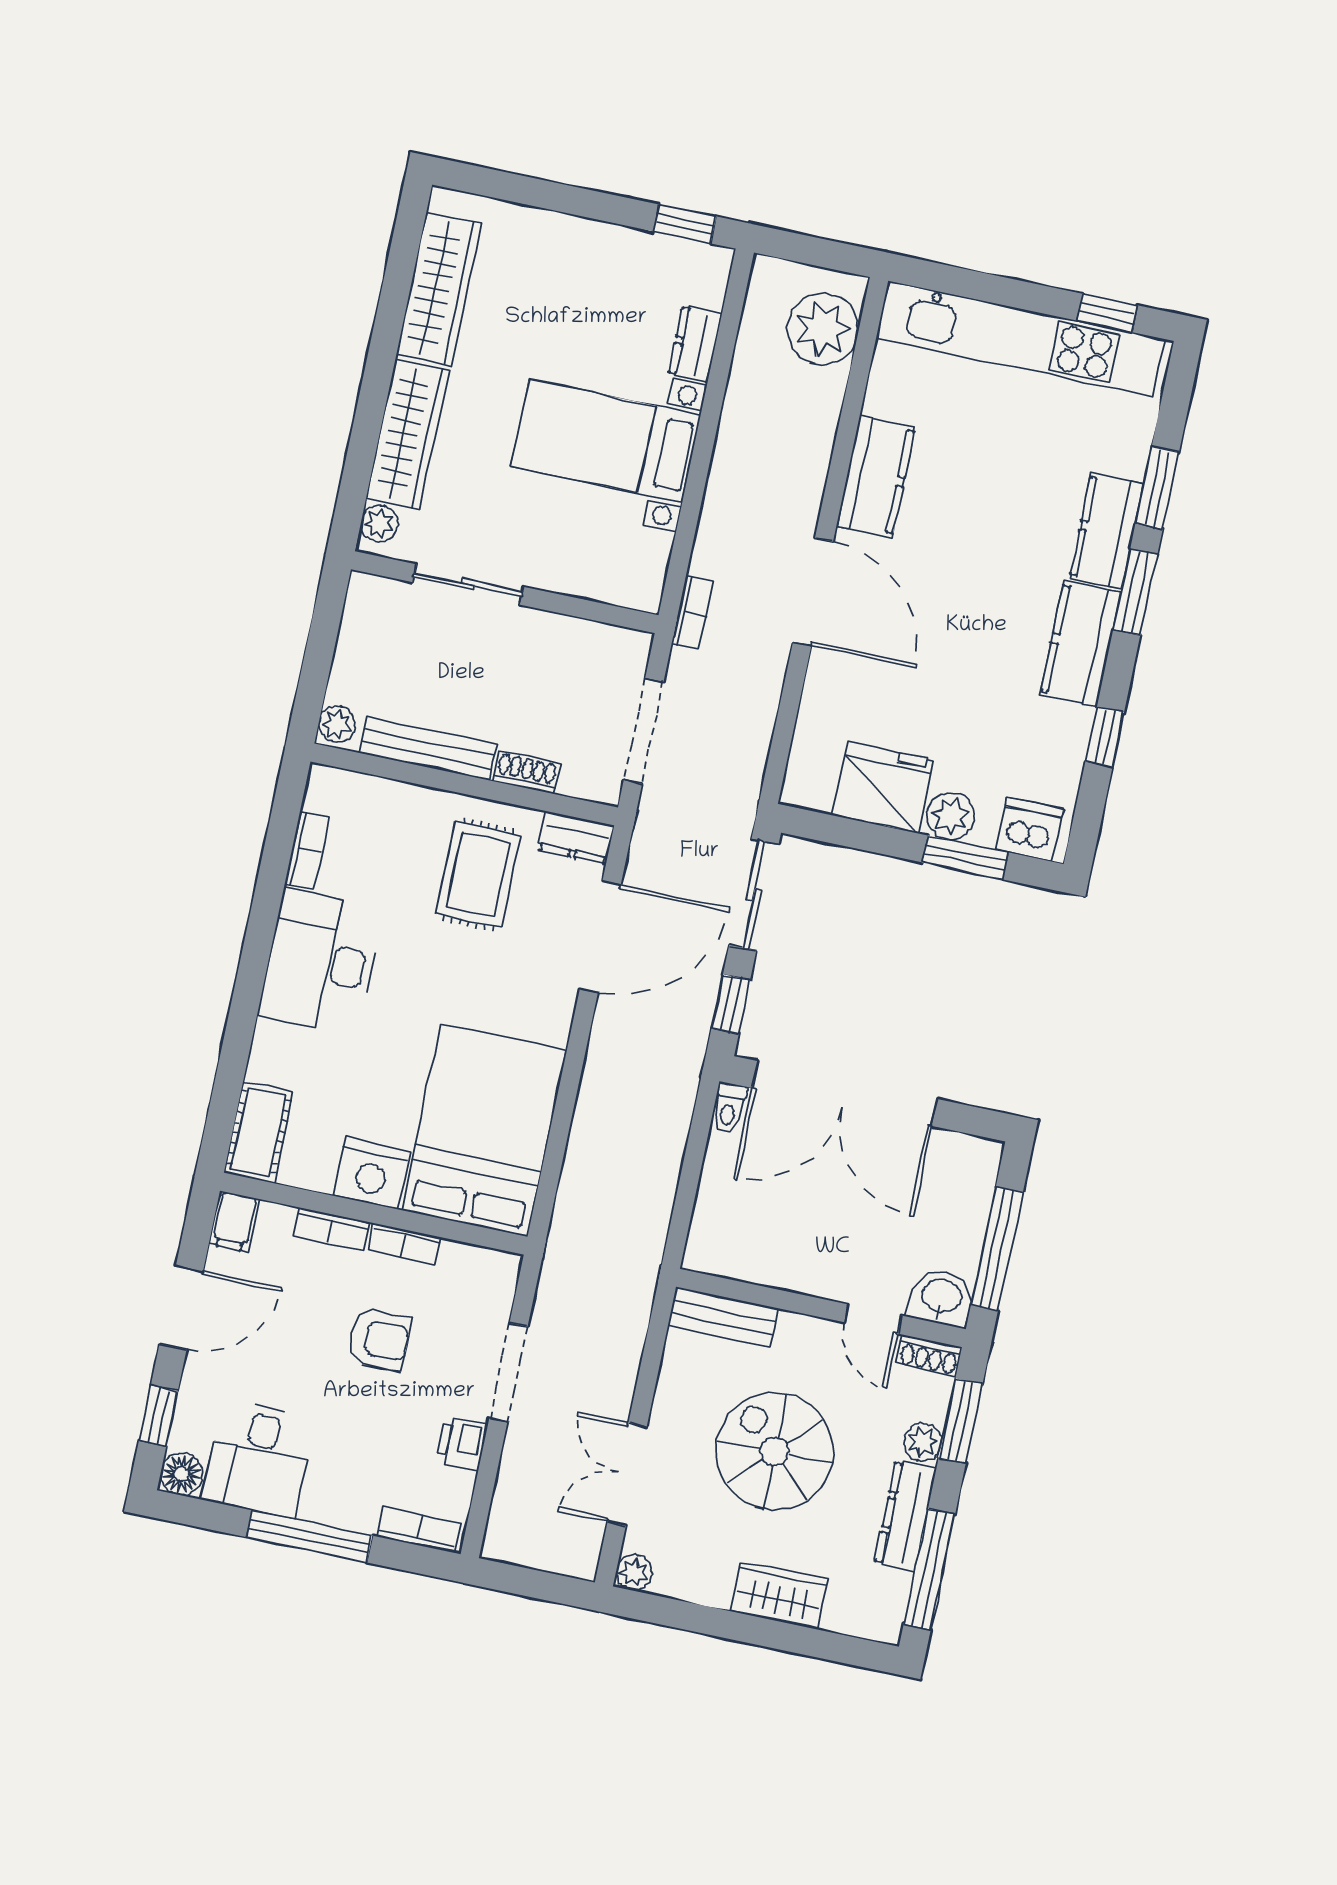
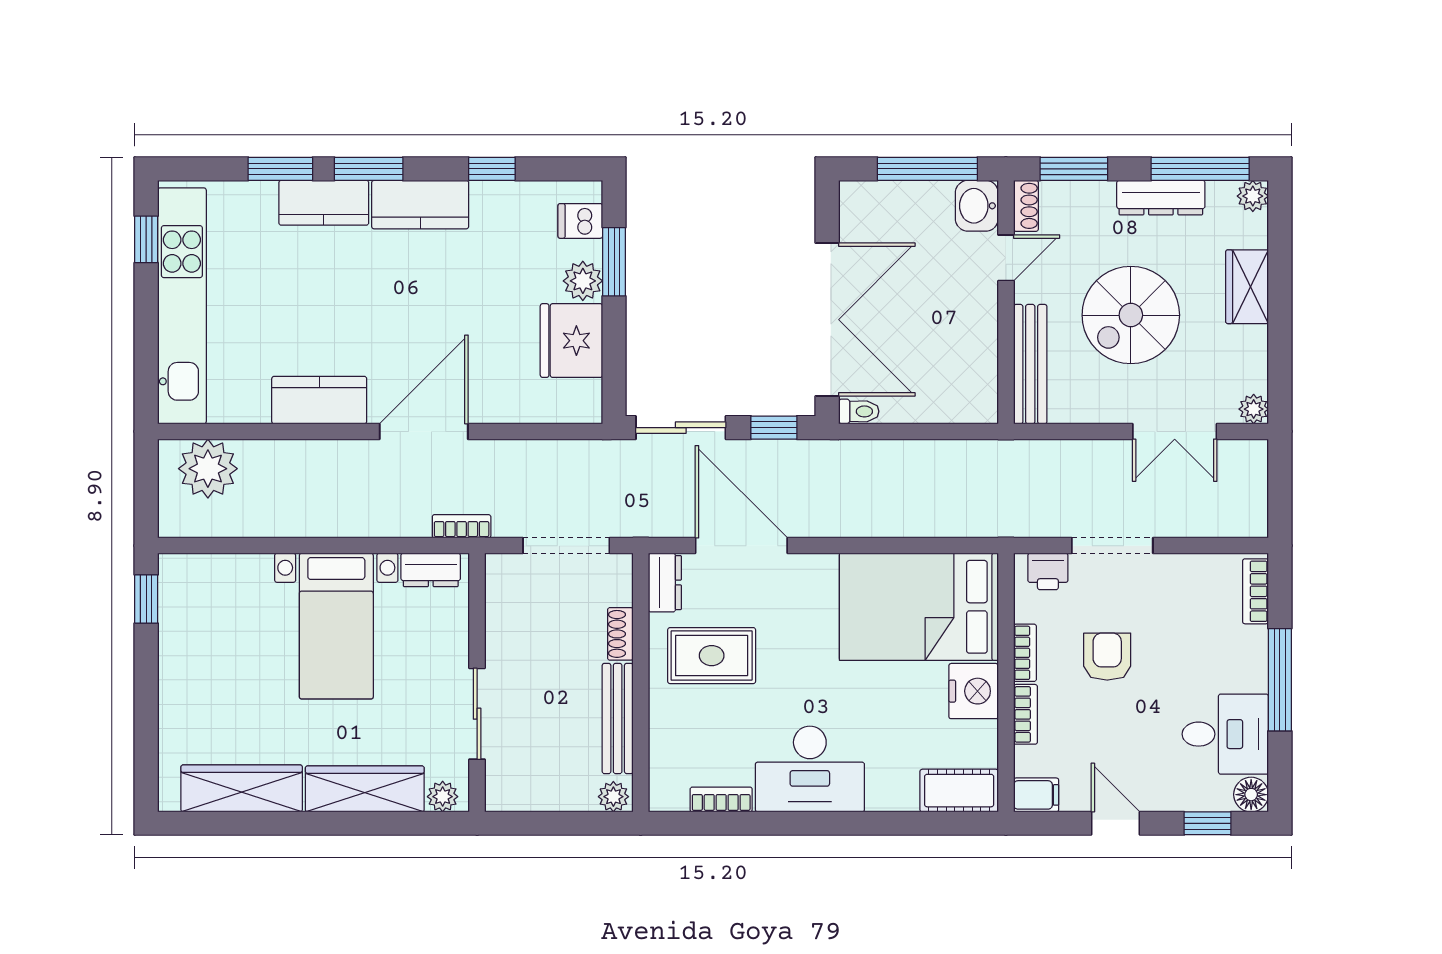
dresser: (695, 344) -> (431, 570), moved
dishwasher: (1029, 829) -> (580, 221), width x0.73
door: (181, 1308) -> (1115, 823), width x0.73
bench: (723, 1317) -> (1030, 364), width x1.36
plant: (923, 1442) -> (1253, 196), moved
printer: (462, 1443) -> (1048, 571), moved

